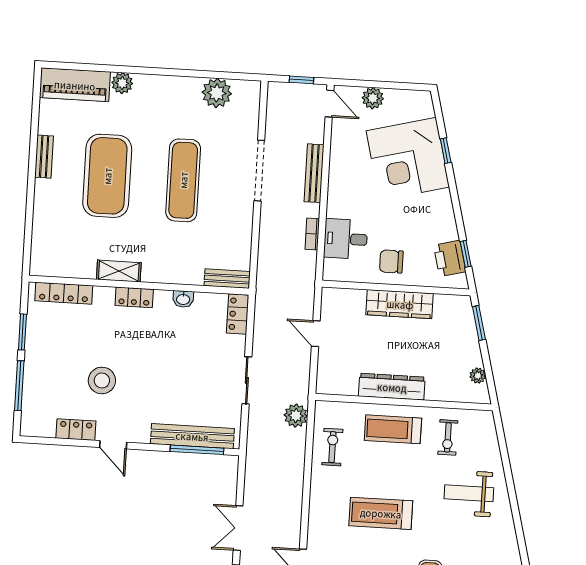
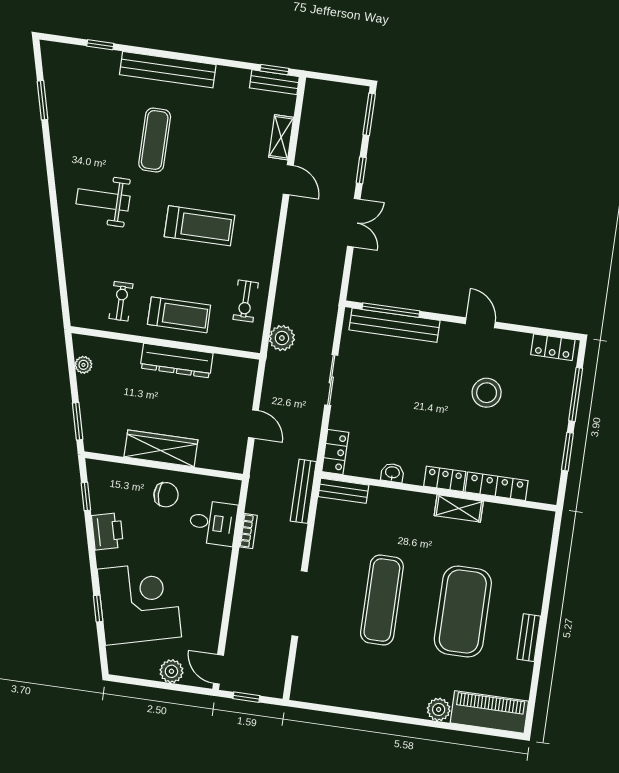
plant: (217, 93) -> (338, 691), removed
bench: (314, 173) -> (303, 491), moved
printer: (450, 258) -> (107, 531), moved
locker: (64, 293) -> (497, 486), moved
locker: (76, 430) -> (553, 347), moved
weight bench: (469, 493) -> (103, 200), moved, turned 180

